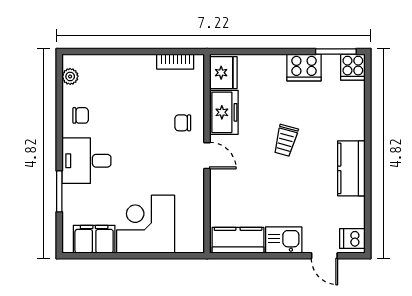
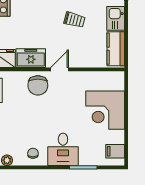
chair: (183, 123) -> (38, 85), width x1.87, depth x1.87
trolley: (286, 140) -> (74, 20), moved
filing cabinet: (94, 239) -> (115, 151), width x0.50

